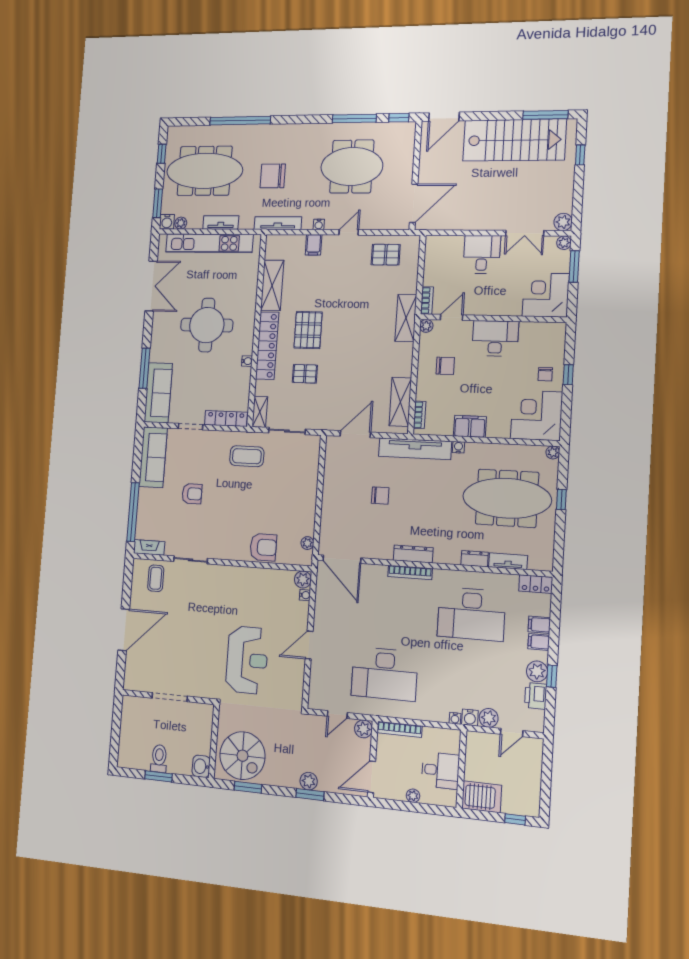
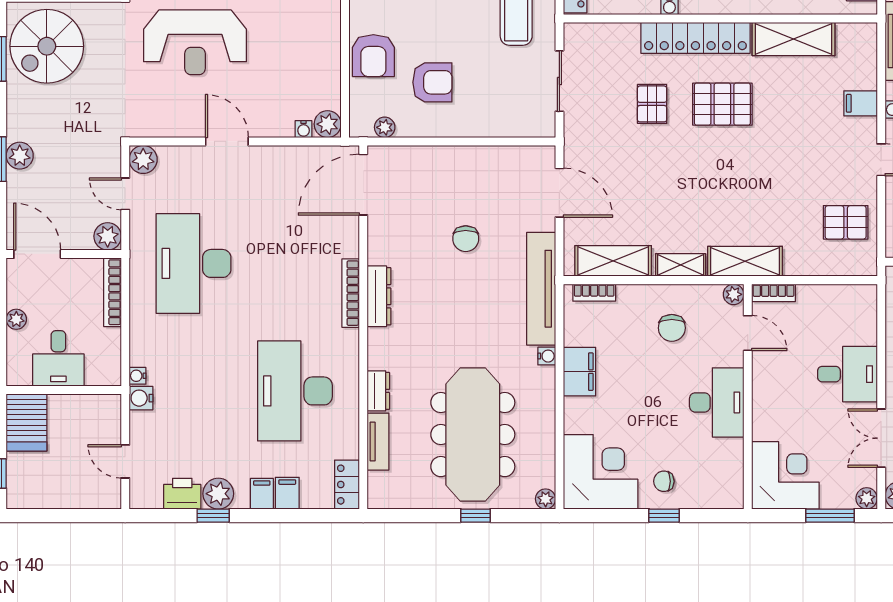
pallet: (386, 255) -> (846, 222), turned 90
shelving: (260, 412) -> (681, 265), moved
armchair: (282, 511) -> (432, 82), added
plant: (489, 718) -> (143, 159), moved

